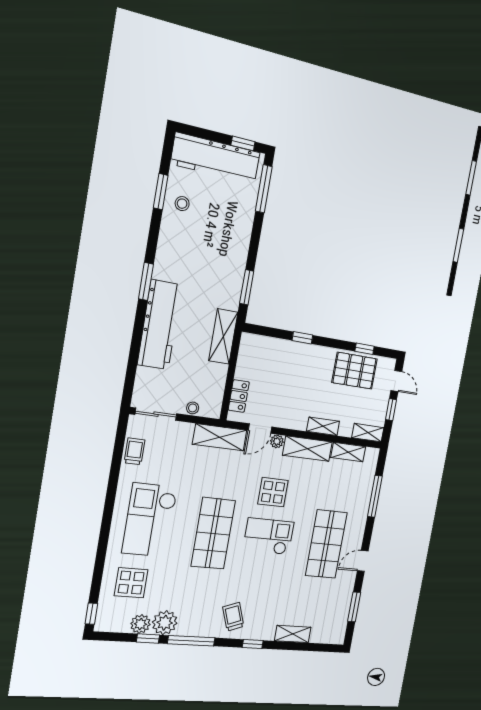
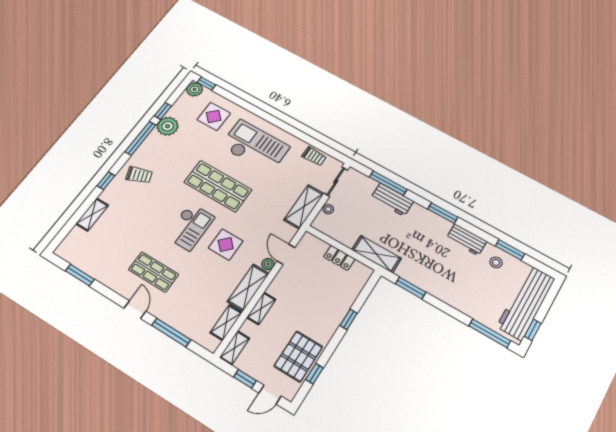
workbench: (168, 245) -> (466, 240), added
workbench: (160, 325) -> (392, 200), width x0.53, depth x0.76
window: (134, 356) -> (388, 183), added
locker: (239, 396) -> (339, 258), moved
shelving: (220, 437) -> (304, 207), moved
shop shelf: (326, 544) -> (153, 272), width x0.70, depth x0.74
door: (363, 561) -> (135, 310), moved
plant: (140, 624) -> (195, 89), moved

